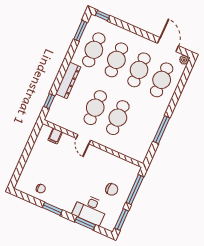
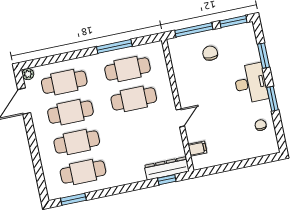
window: (102, 16) -> (42, 188), removed
dresser: (68, 80) -> (167, 168), moved
cafe table: (95, 108) -> (128, 69), moved
desk: (90, 209) -> (251, 83), moved

